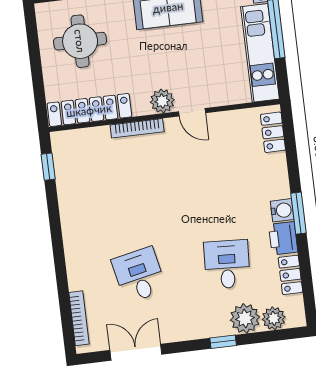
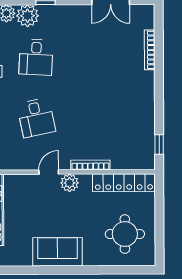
door: (192, 112) -> (49, 172), hinge flipped
desk: (139, 275) -> (36, 118), moved
bookcase: (79, 318) -> (150, 50), moved

